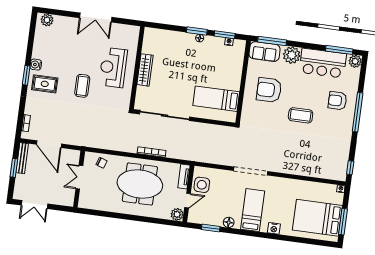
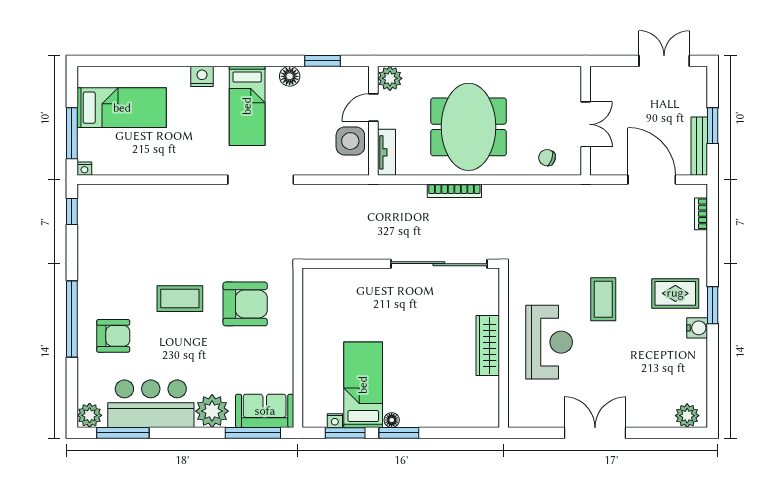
armchair: (269, 90) -> (245, 304), moved
bed: (216, 99) -> (363, 385), moved, turned -90
meeting table: (140, 184) -> (469, 127), turned 90
bed: (317, 218) -> (122, 108), width x0.67
window: (343, 222) -> (72, 133), moved

